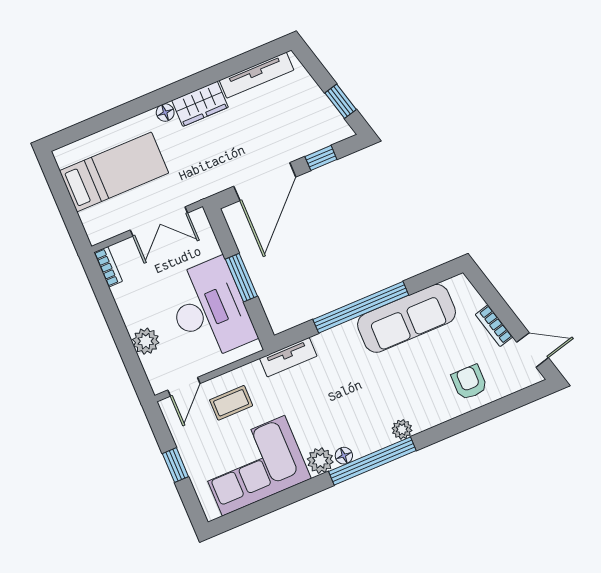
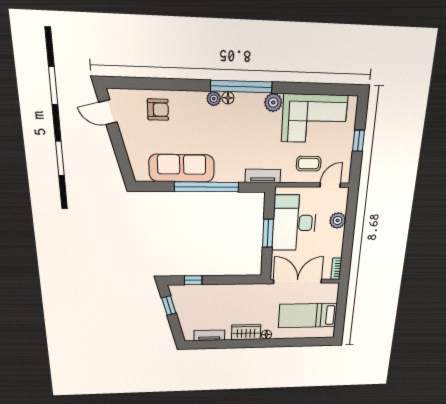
tv unit: (257, 75) -> (209, 335), width x0.71
door: (265, 182) -> (230, 280), removed
double door: (159, 221) -> (298, 281), width x1.37
bookcase: (494, 326) -> (128, 139), removed
armchair: (469, 382) -> (158, 110), turned -90
floor lamp: (344, 456) -> (228, 98), moved

